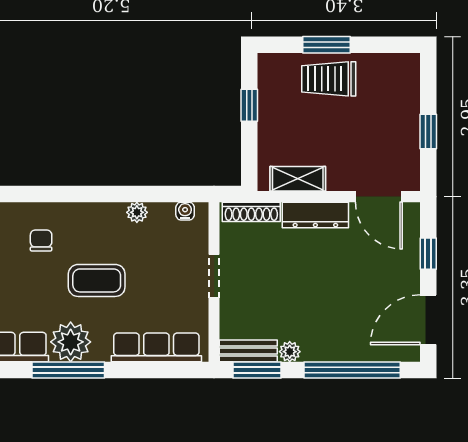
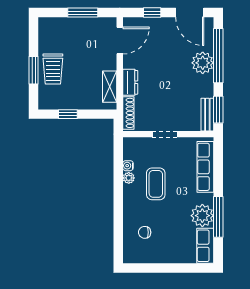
window: (428, 131) -> (83, 13), width x1.50
water cooler: (185, 211) -> (128, 166), moved
dresser: (315, 215) -> (130, 82), width x0.70
coffee table: (97, 280) -> (156, 184), moved
plant: (290, 352) -> (203, 63), moved, width x1.88, depth x1.88

